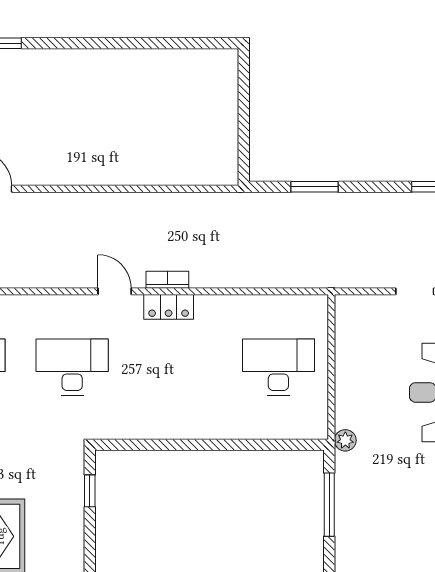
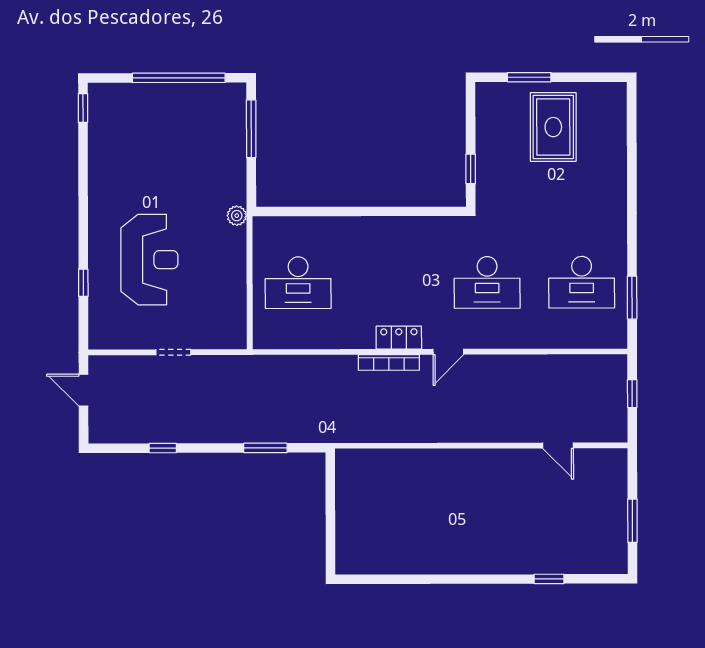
bookcase: (167, 280) -> (389, 362), width x1.56
door: (115, 291) -> (448, 352), hinge flipped
window: (329, 505) -> (251, 129), moved

